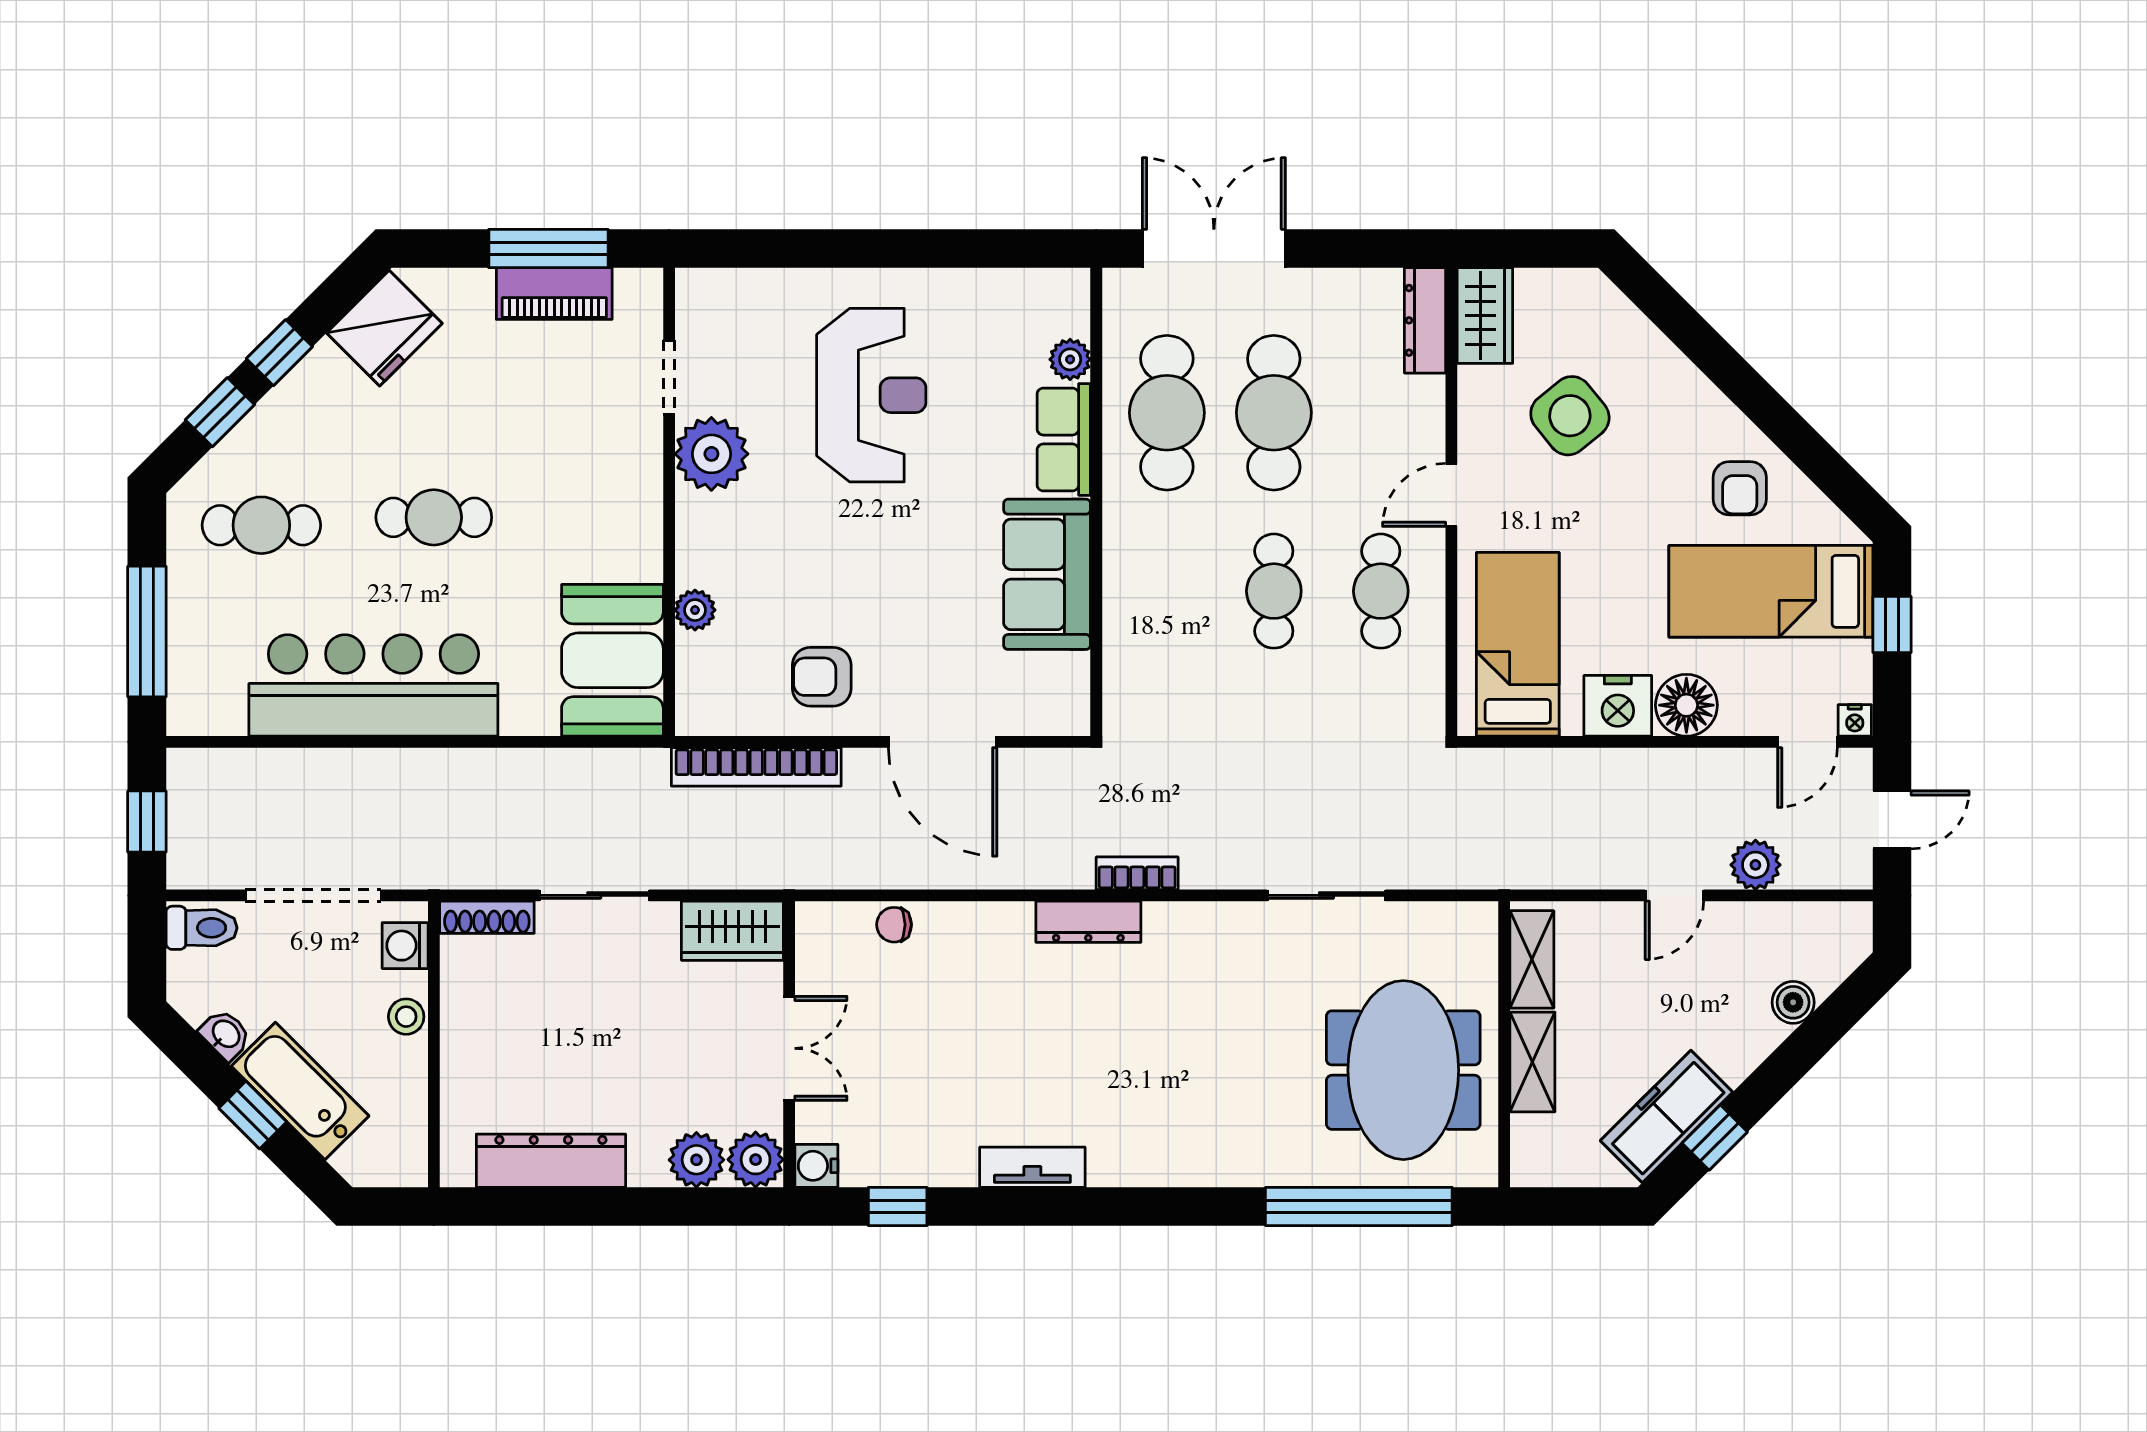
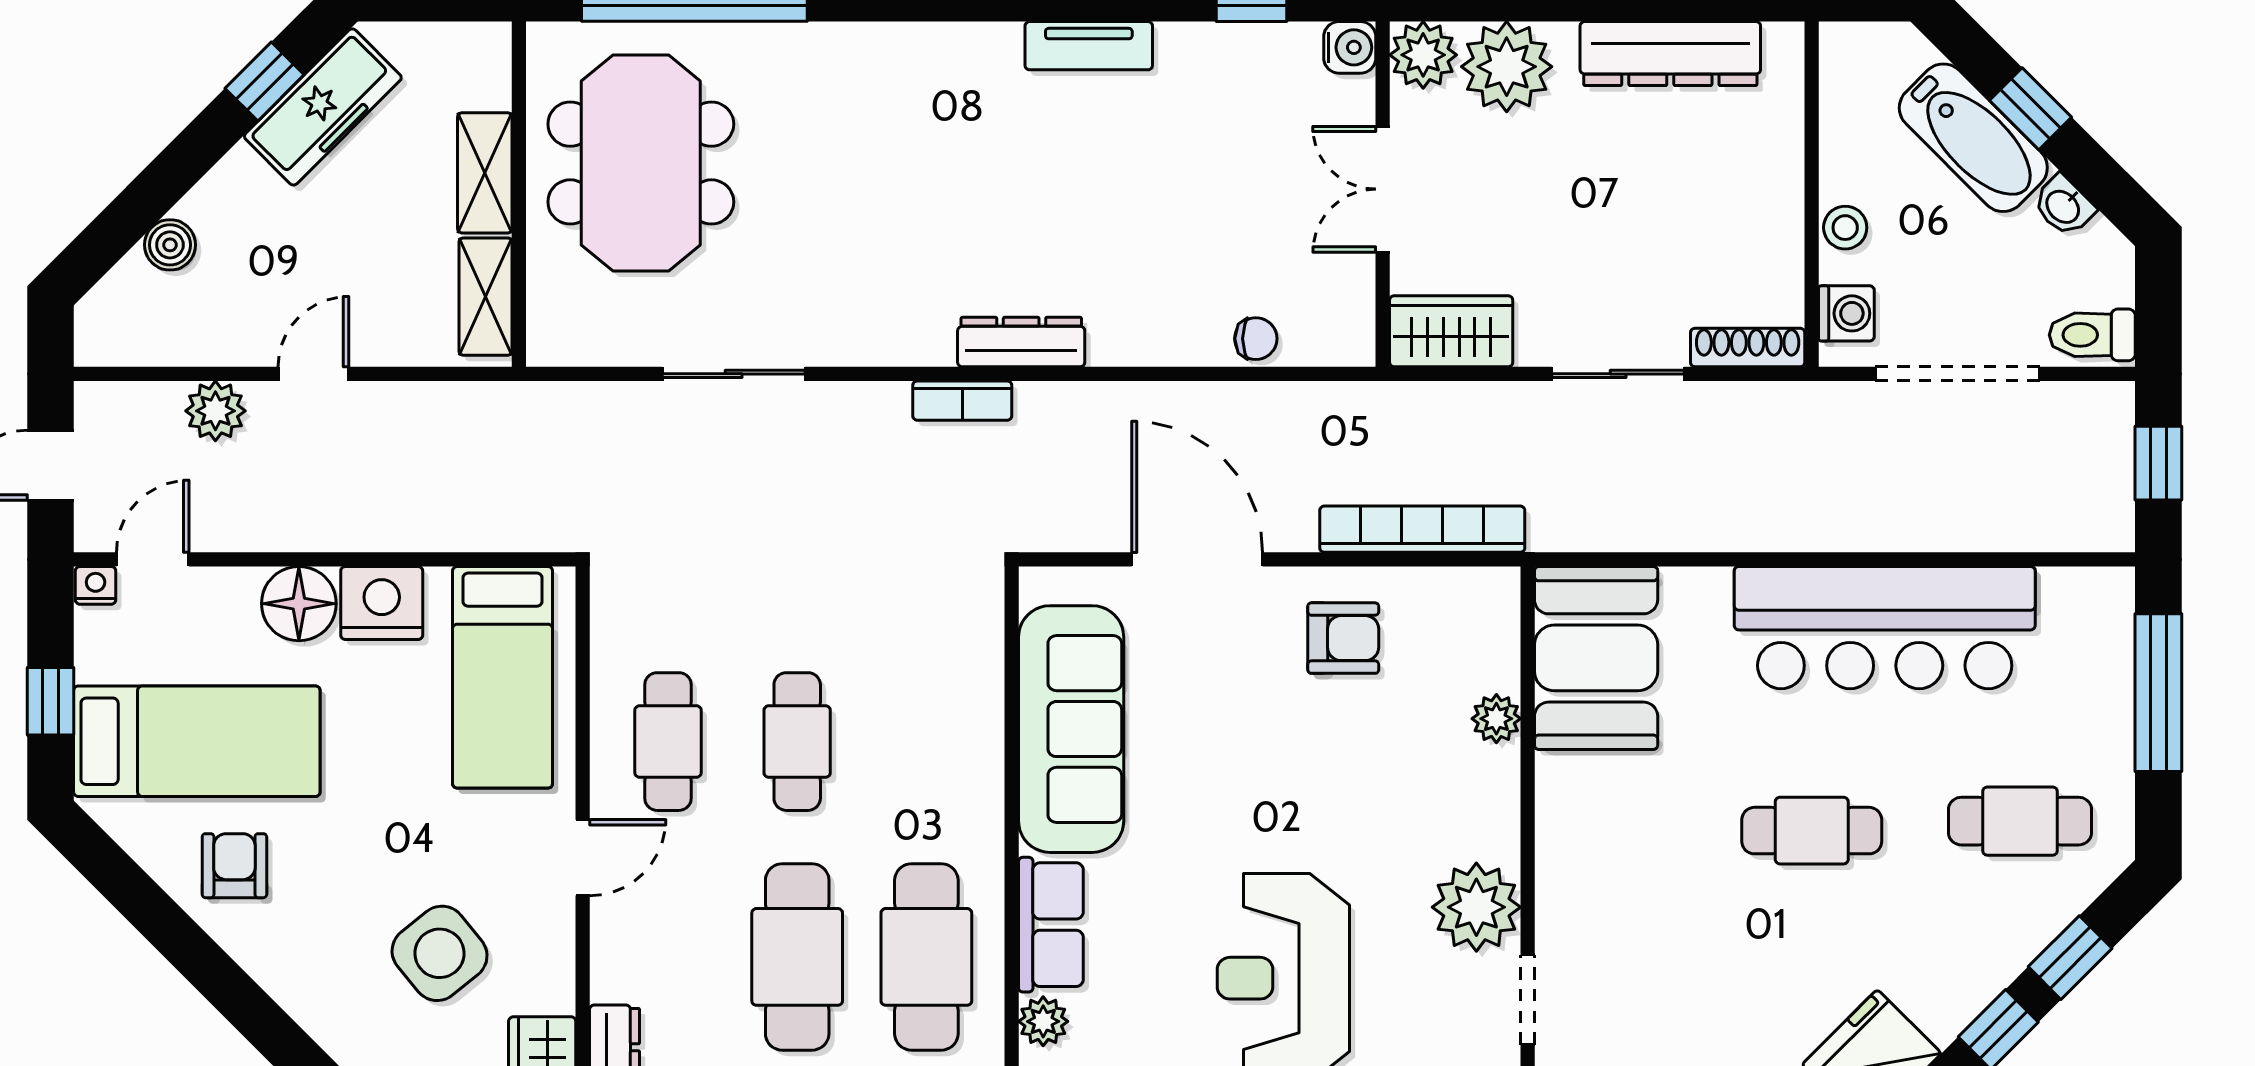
sofa: (1047, 574) -> (1071, 729), width x1.36
plant: (696, 1160) -> (1507, 67), width x1.36, depth x1.36

